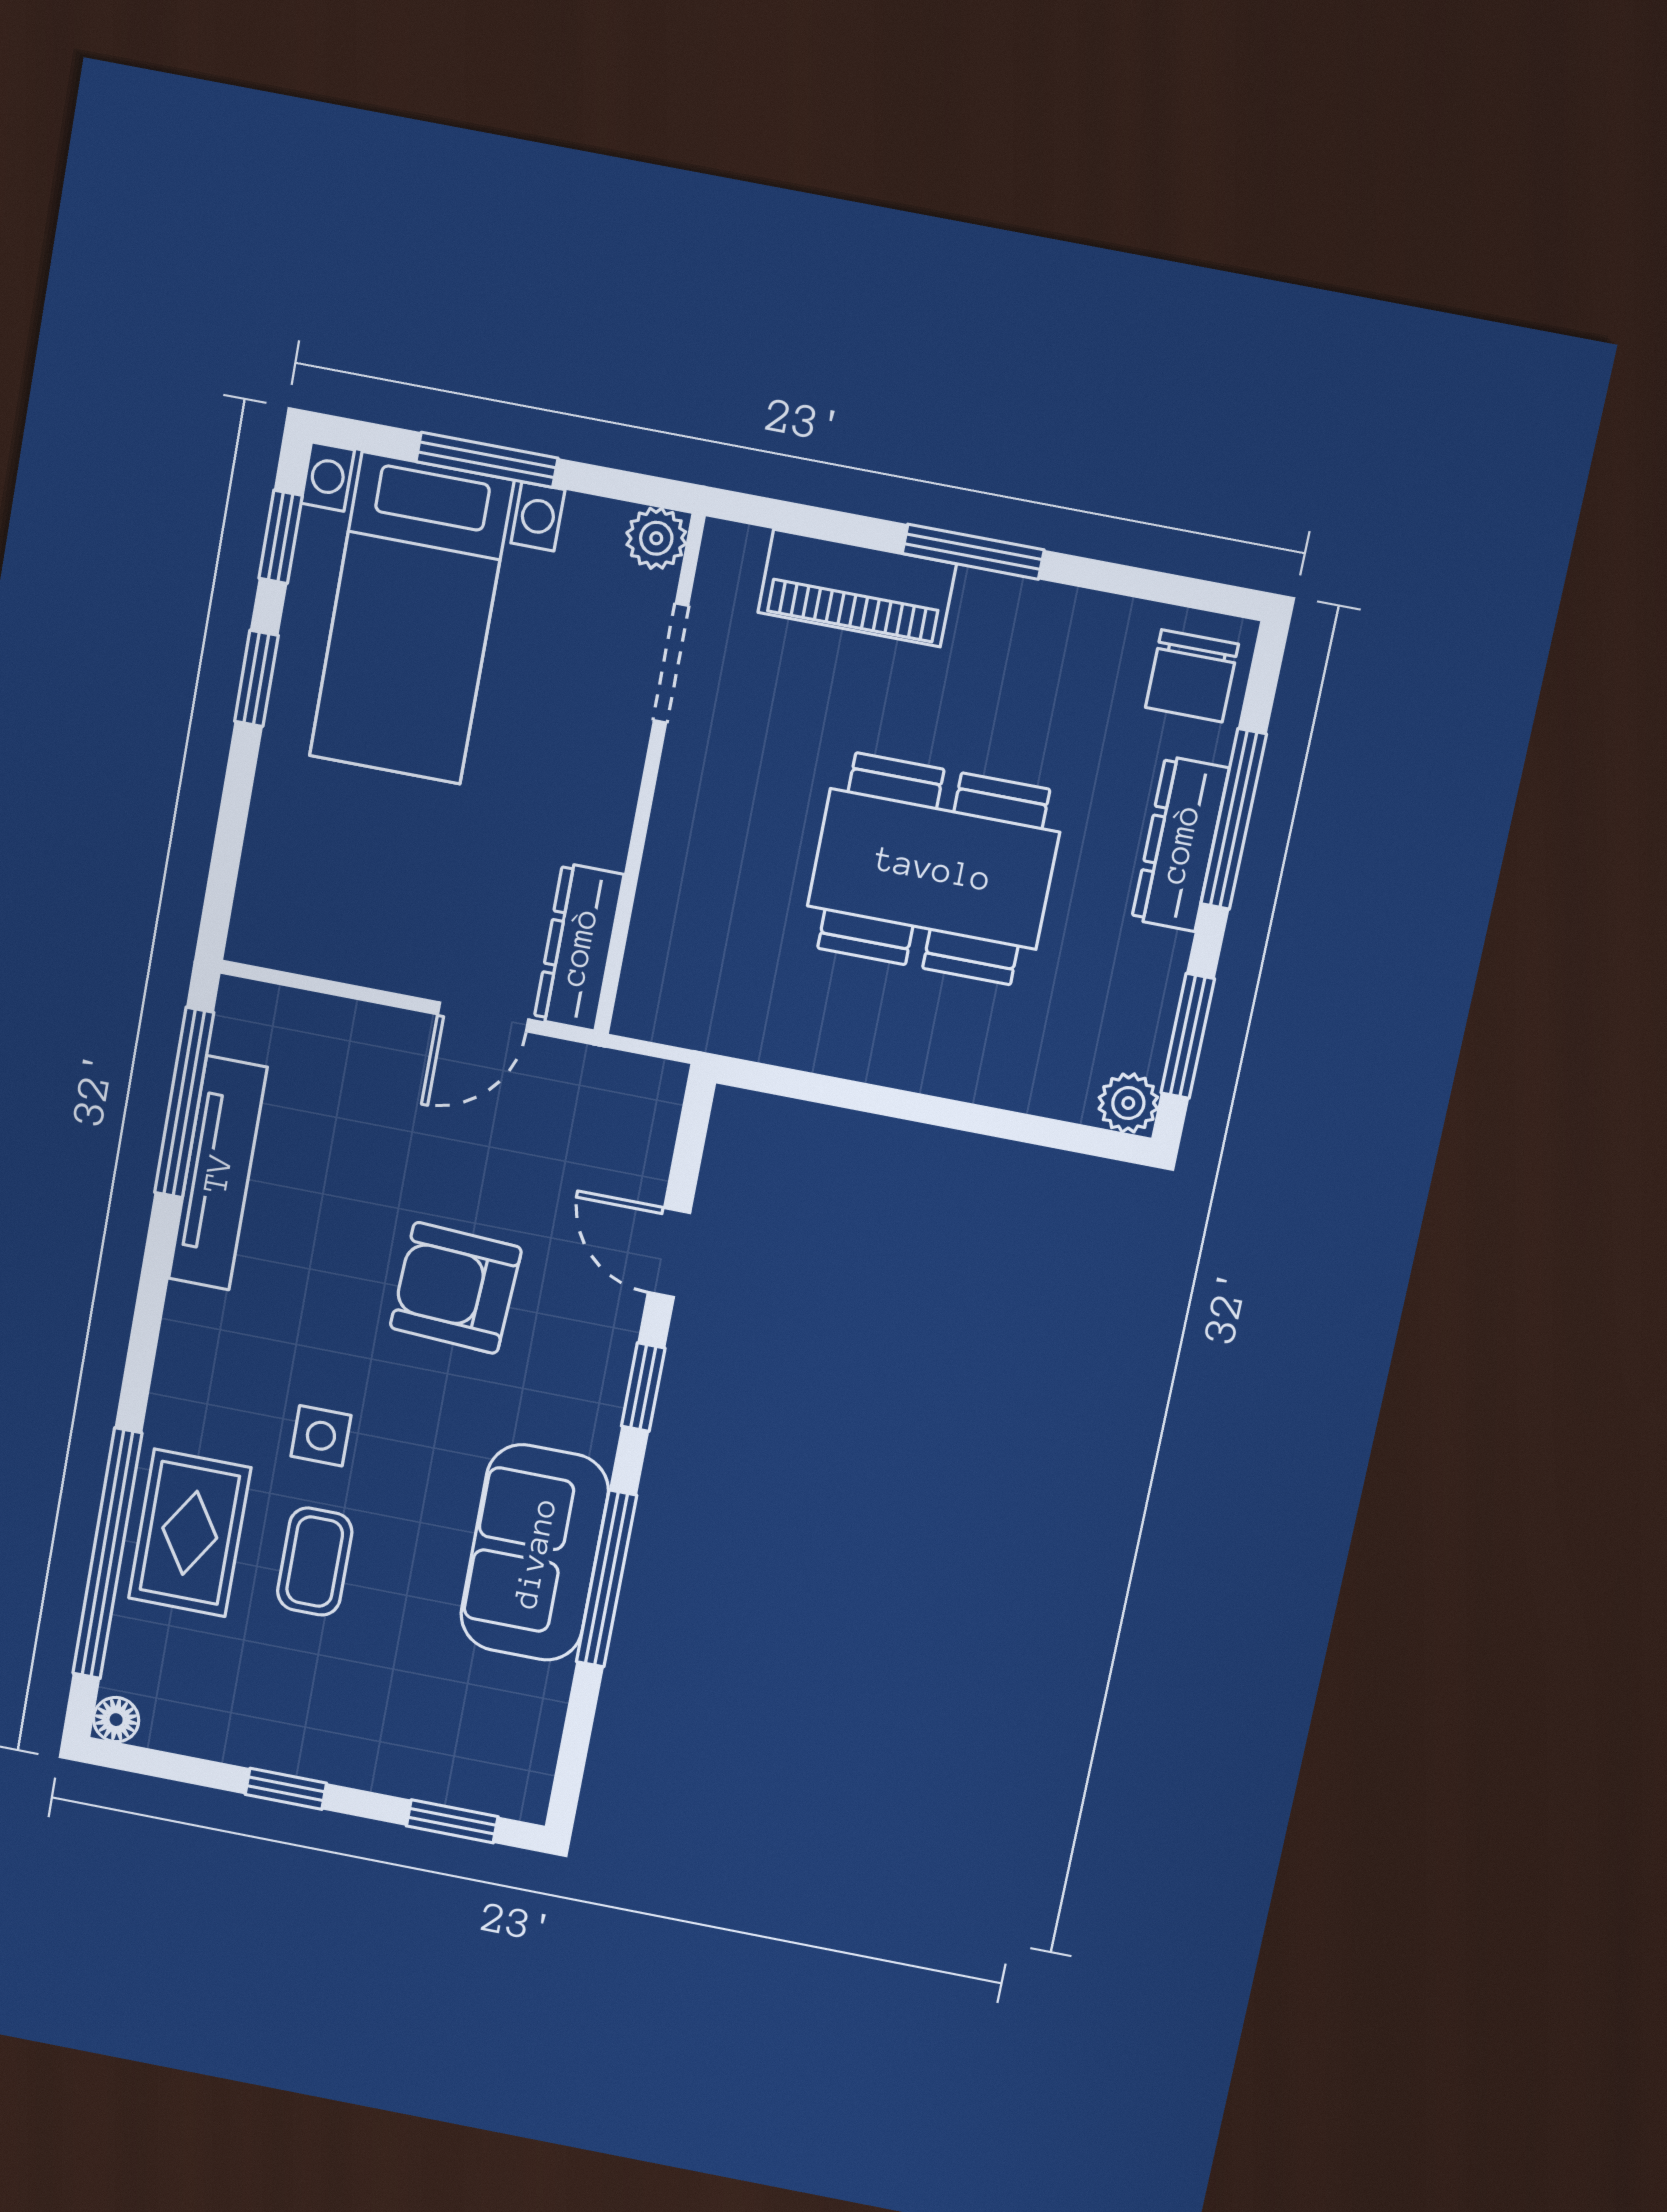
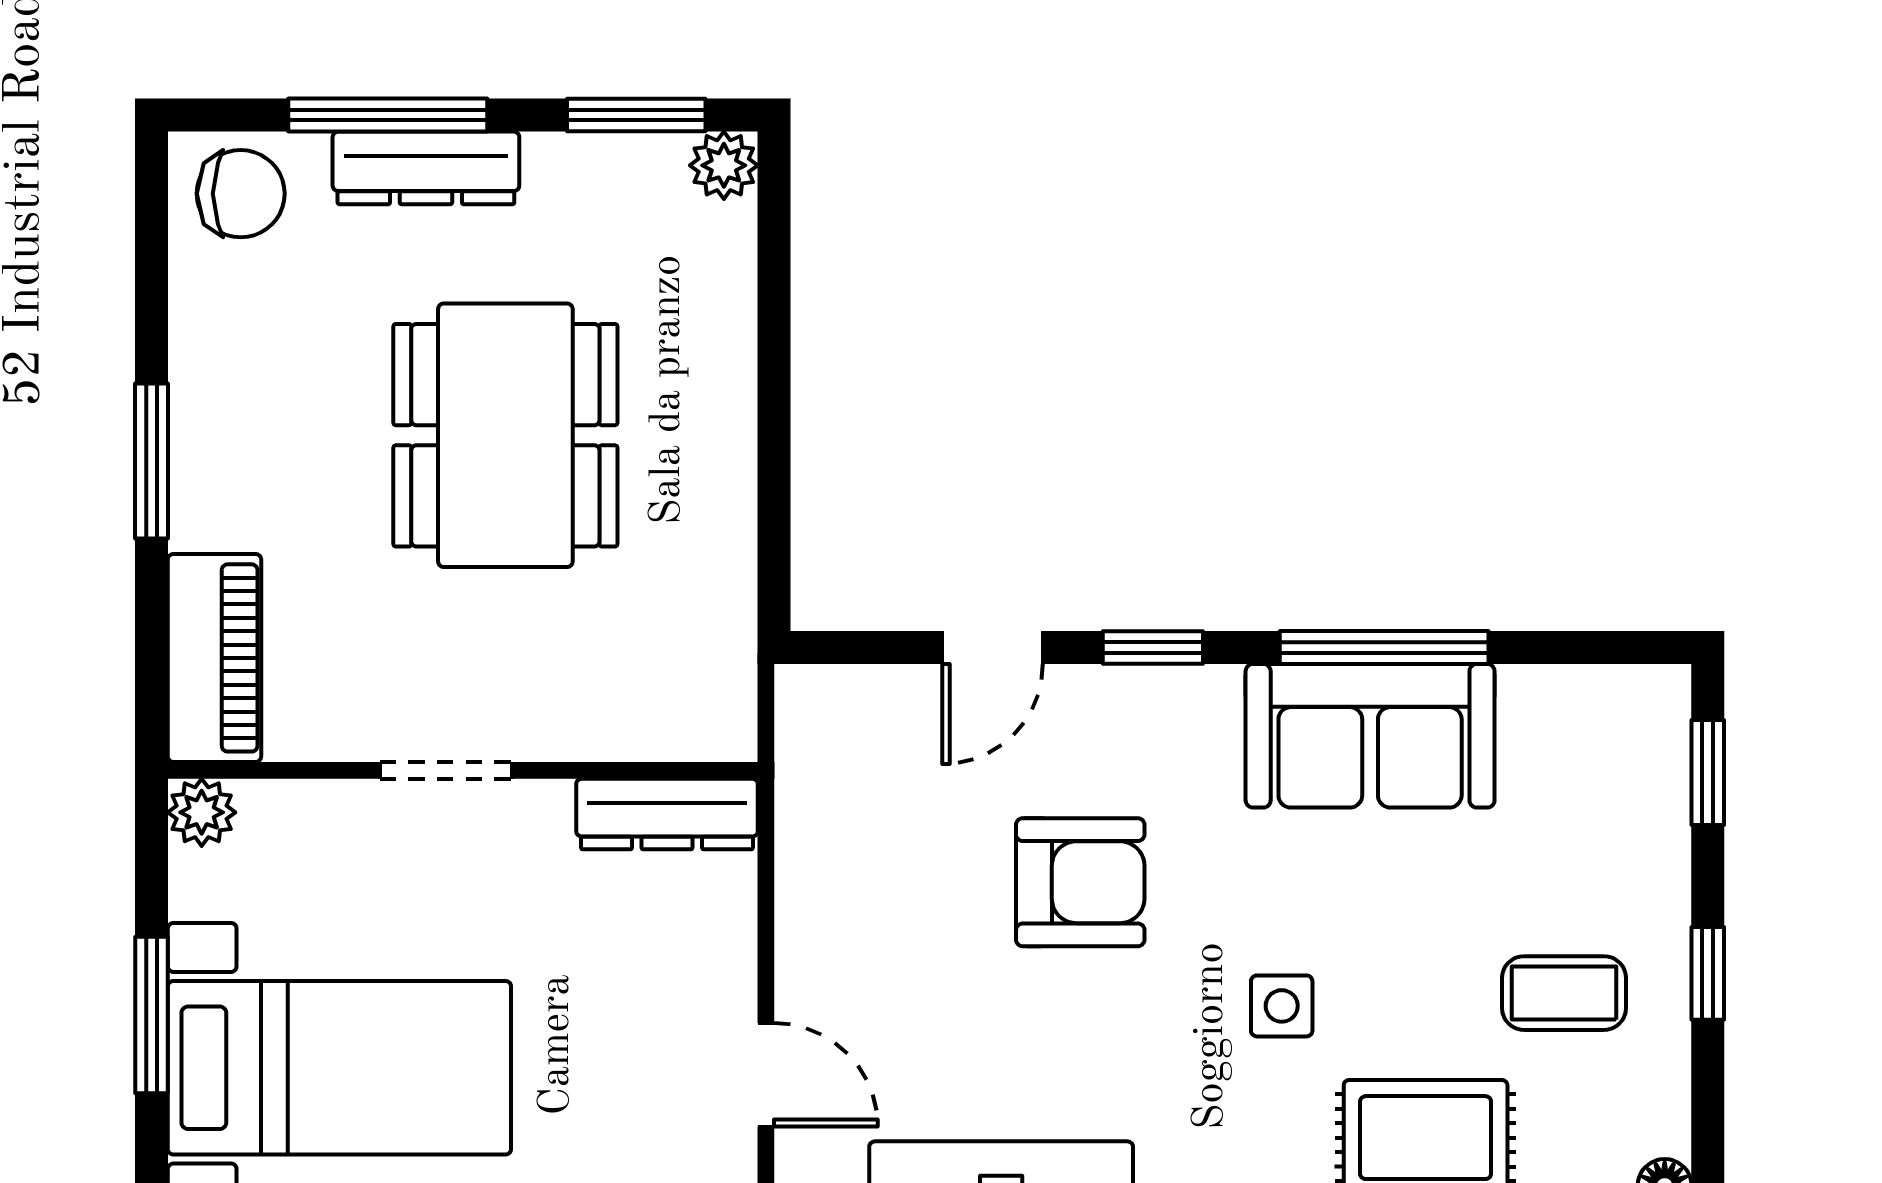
piano: (857, 588) -> (214, 658), moved
doorway: (671, 663) -> (446, 770), moved
door: (483, 1017) -> (766, 1075), moved
armchair: (456, 1288) -> (1080, 882), turned -93
coffee table: (315, 1562) -> (1564, 993), moved

